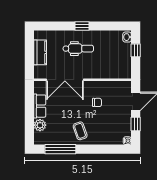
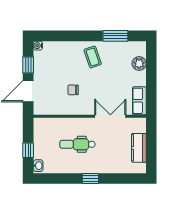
dental chair: (78, 49) -> (77, 144), moved
double door: (65, 80) -> (110, 116), width x0.73
row of seats: (40, 106) -> (139, 101), moved
window: (60, 149) -> (115, 36), width x0.69

